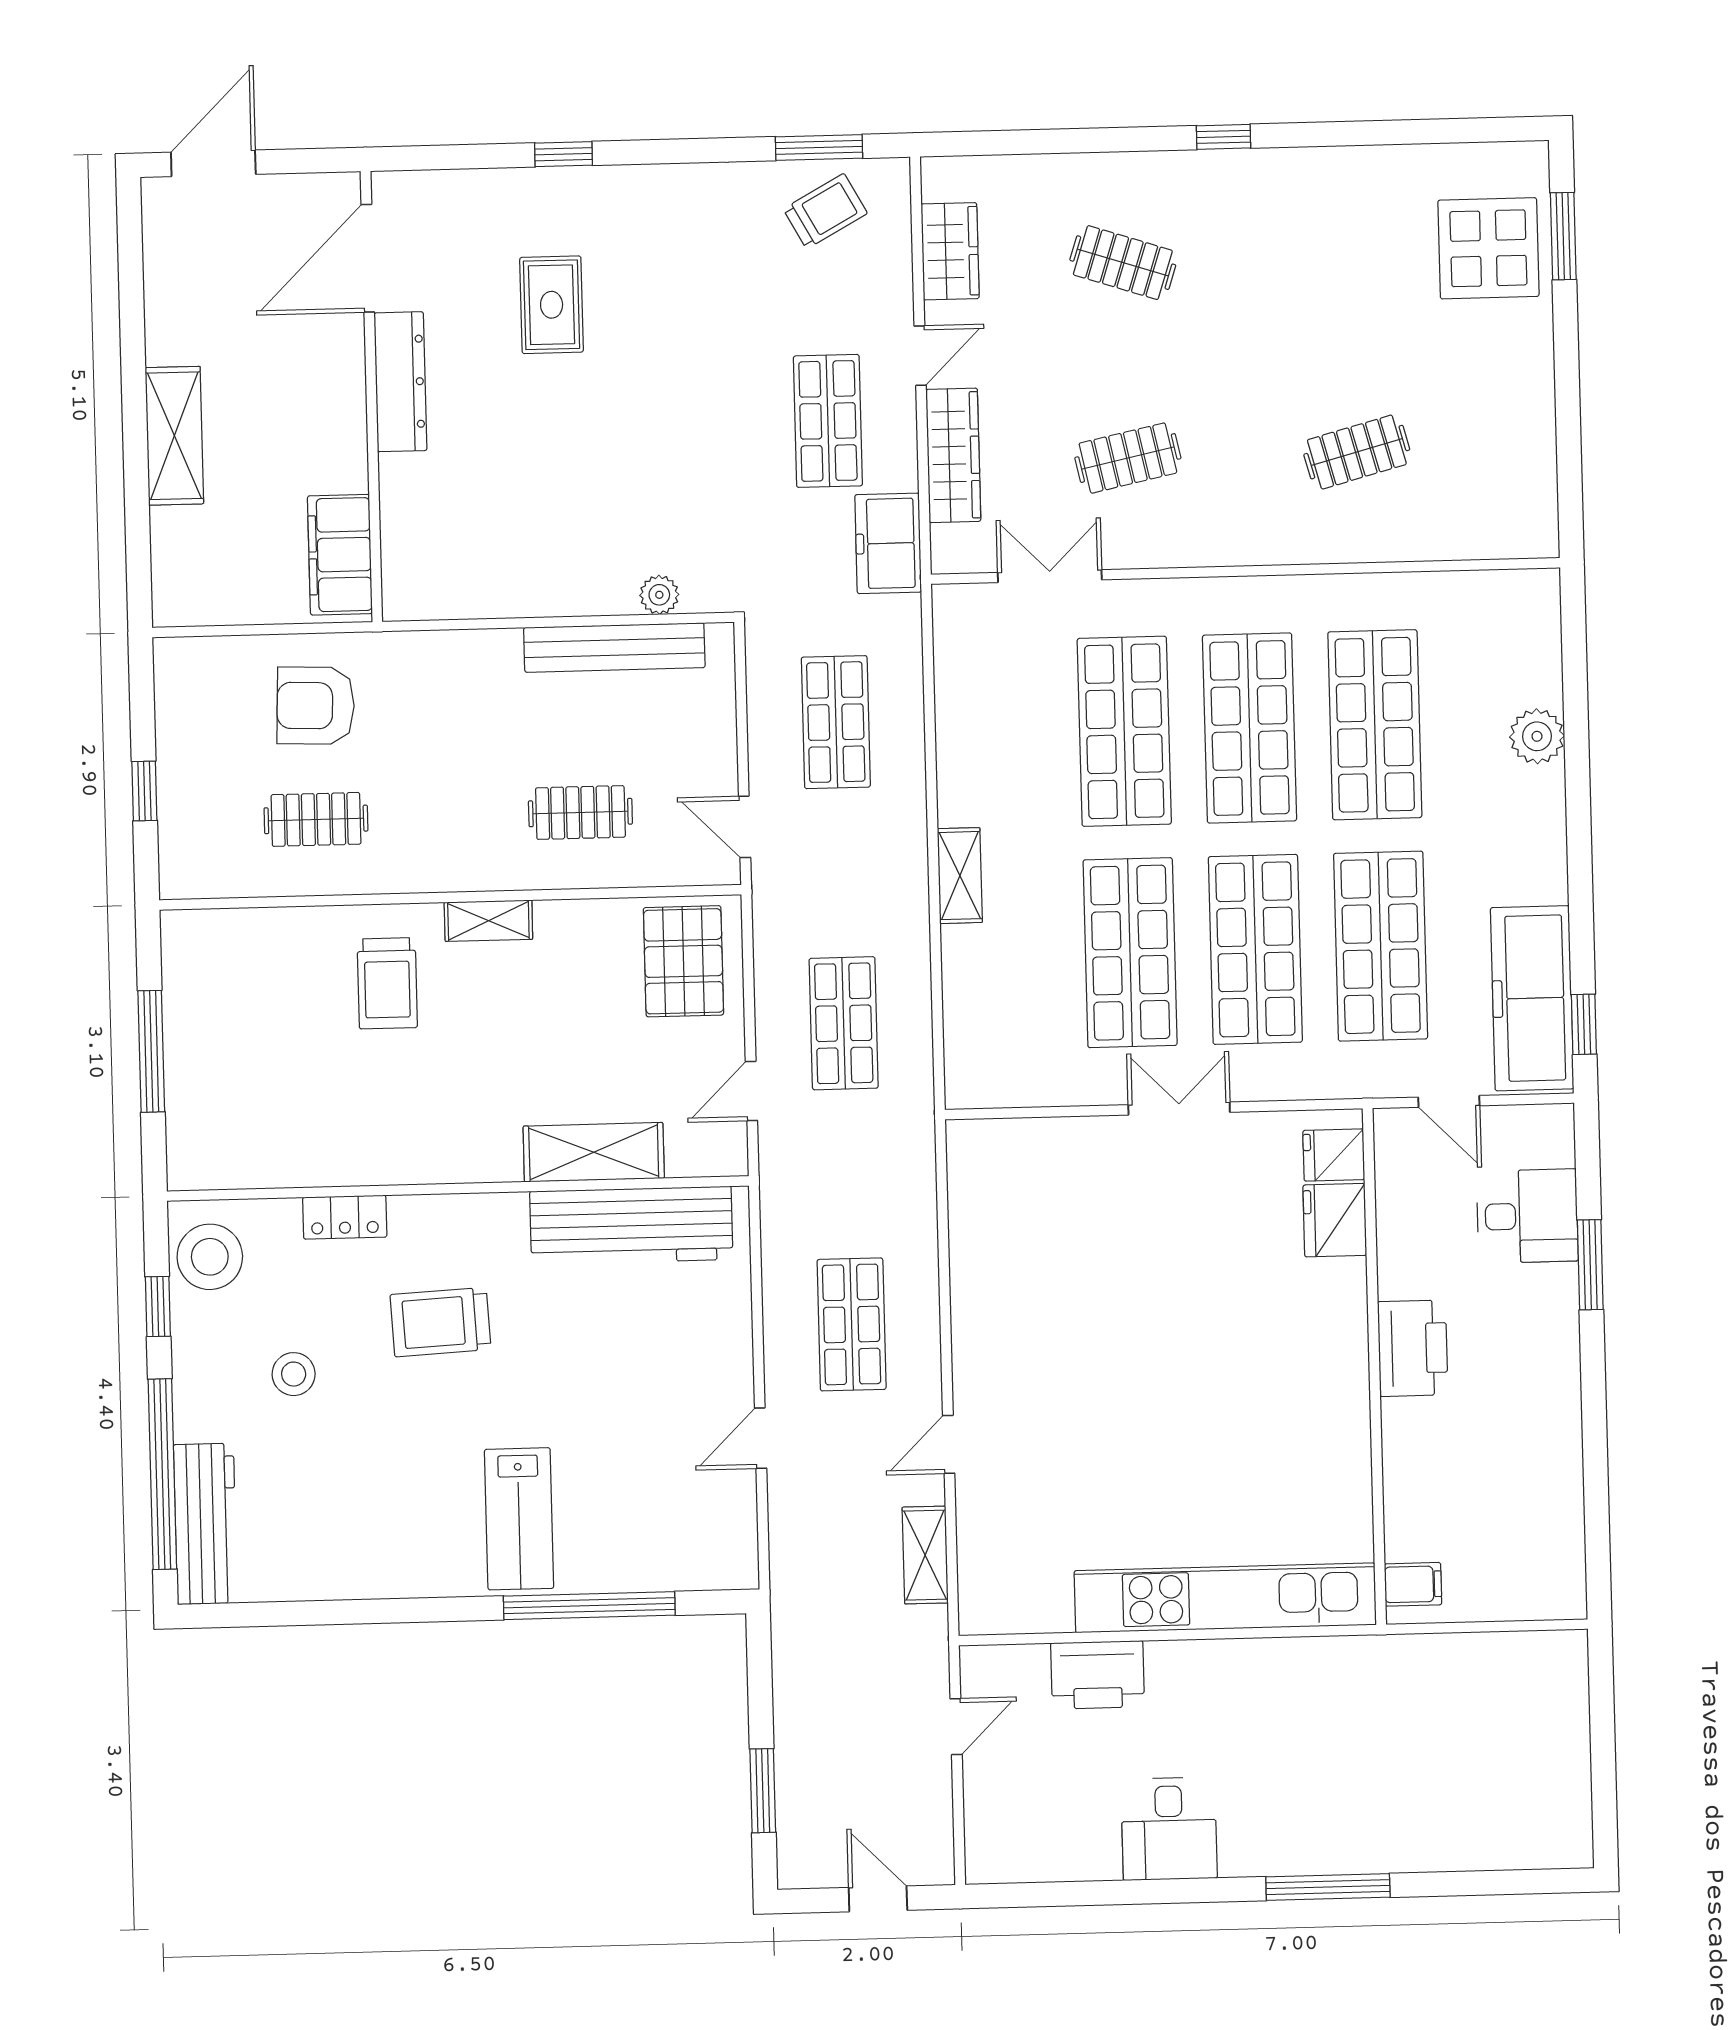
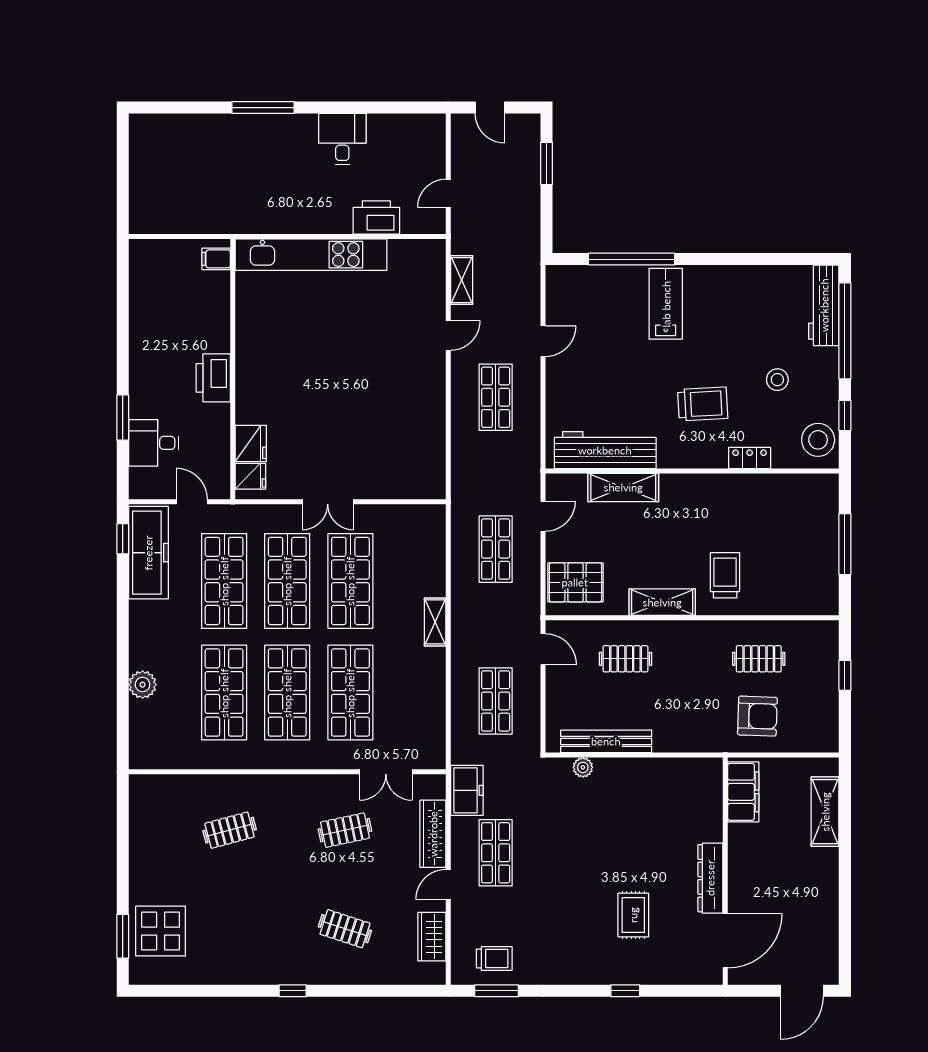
trolley: (825, 211) -> (494, 959), turned -151
shelving: (174, 436) -> (825, 812), moved
shelving: (488, 921) -> (662, 602), width x1.50, depth x1.33
pallet: (683, 961) -> (575, 582), turned 90

